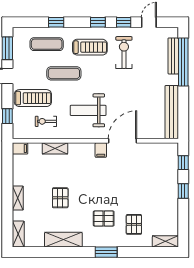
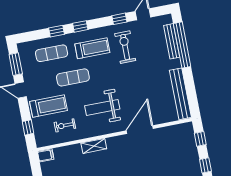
window: (98, 22) -> (80, 26), moved
shelving: (55, 148) -> (94, 146), moved
filing cabinet: (101, 150) -> (121, 142), removed

